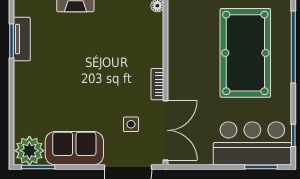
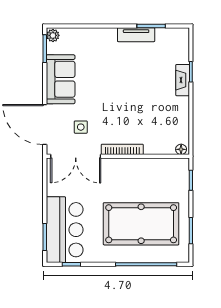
tv unit: (22, 39) -> (136, 35), moved
bookcase: (157, 84) -> (122, 149), width x1.56
plant: (29, 151) -> (53, 35), width x0.53, depth x0.53

